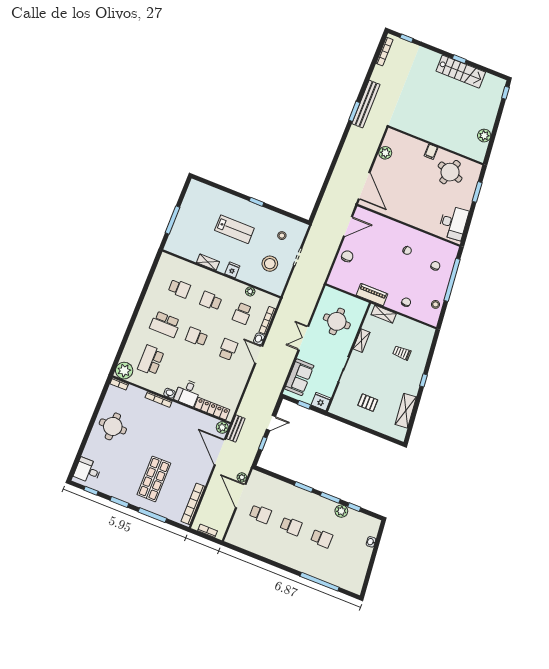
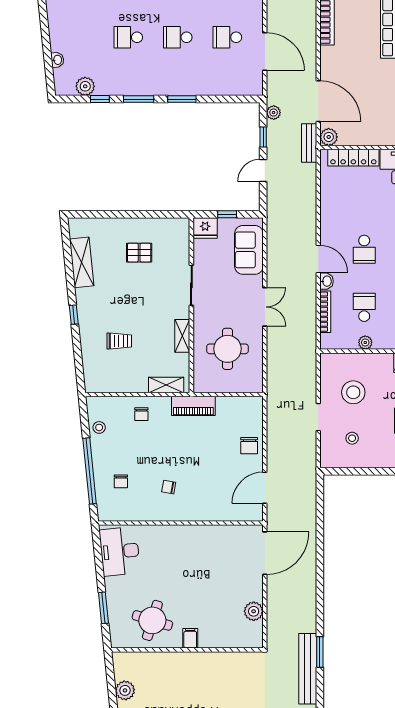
door: (364, 186) -> (265, 553), swing flipped
plant: (242, 477) -> (274, 113), moved
plant: (341, 511) -> (85, 86), moved

